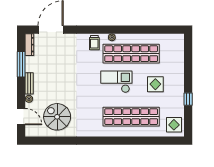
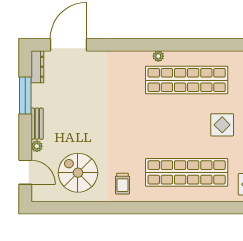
trolley: (94, 43) -> (123, 184), moved
checkout: (116, 82) -> (165, 121), removed

